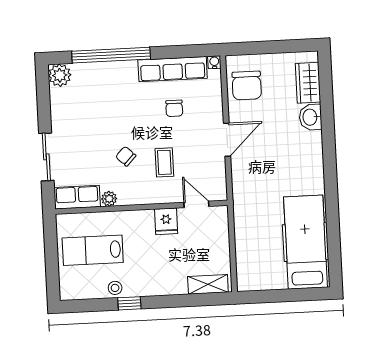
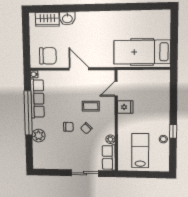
window: (111, 55) -> (28, 113), moved
plant: (60, 75) -> (39, 136), moved
chair: (174, 108) -> (68, 127), moved
hospital bed: (306, 242) -> (142, 52), moved
lab bench: (93, 250) -> (140, 151), turned 180
shelving: (208, 284) -> (164, 84), removed

